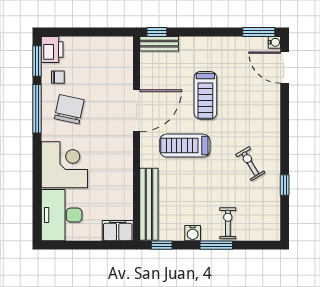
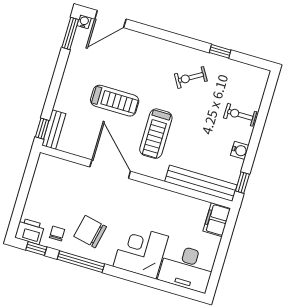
window: (37, 61) -> (36, 248), width x0.67
window: (216, 245) -> (257, 132), removed

